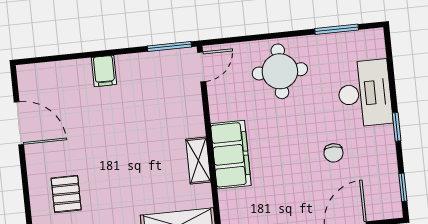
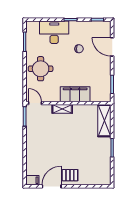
filing cabinet: (104, 71) -> (32, 180), moved
shelving: (198, 161) -> (62, 109), moved
pallet: (66, 194) -> (70, 175), moved

